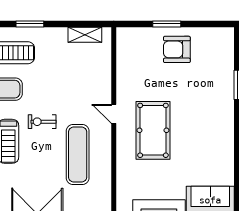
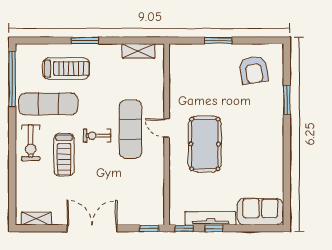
armchair: (177, 49) -> (254, 70), moved, turned -99
exercise mat: (78, 155) -> (130, 129), moved

